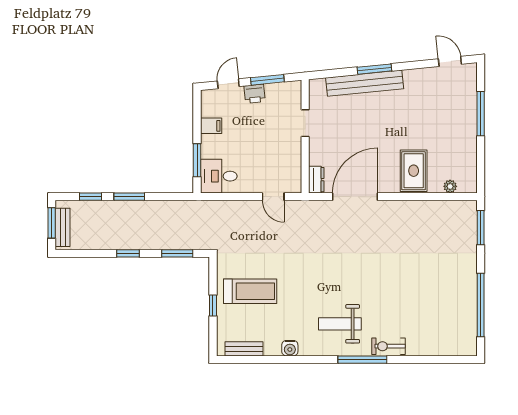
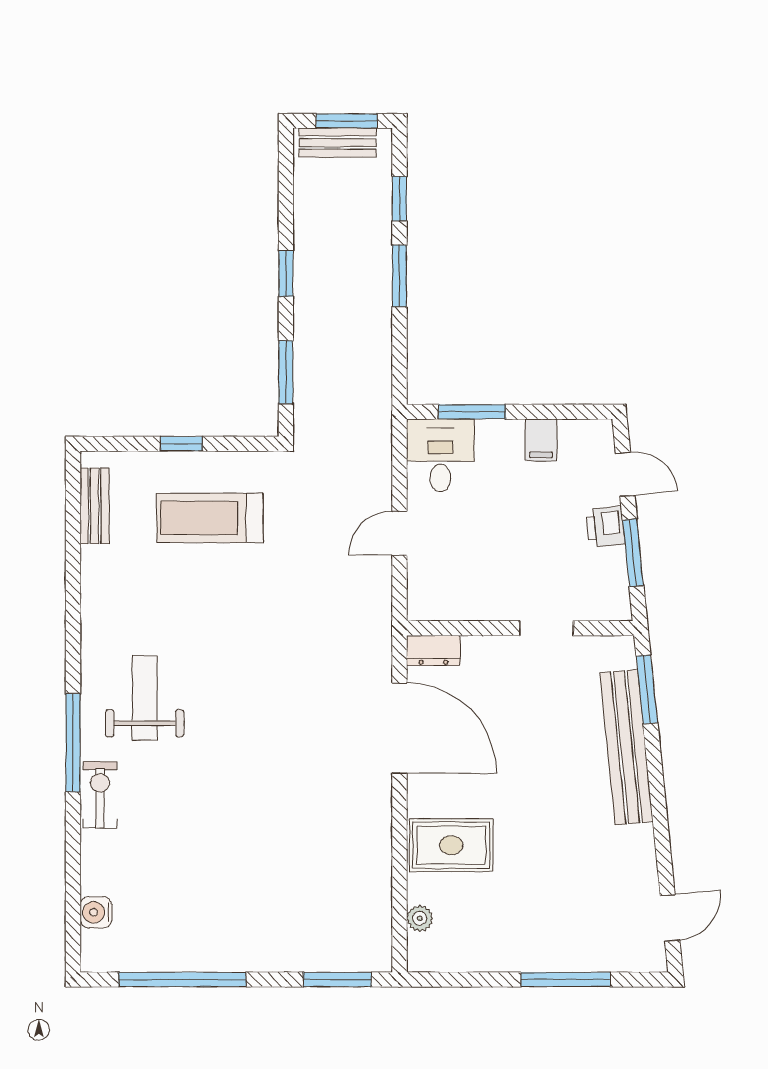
window: (374, 69) -> (647, 689), moved
door: (273, 197) -> (399, 533), moved
treadmill: (250, 291) -> (210, 518), turned 90
water cooler: (290, 348) -> (96, 912), moved

